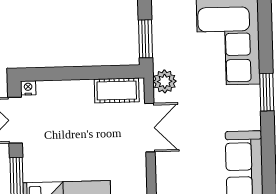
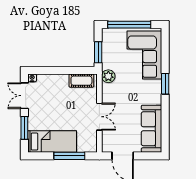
double door: (150, 128) -> (99, 117), moved

